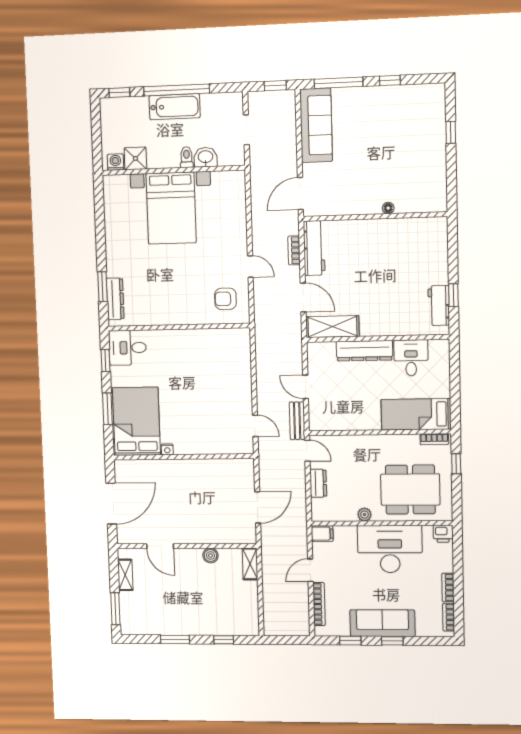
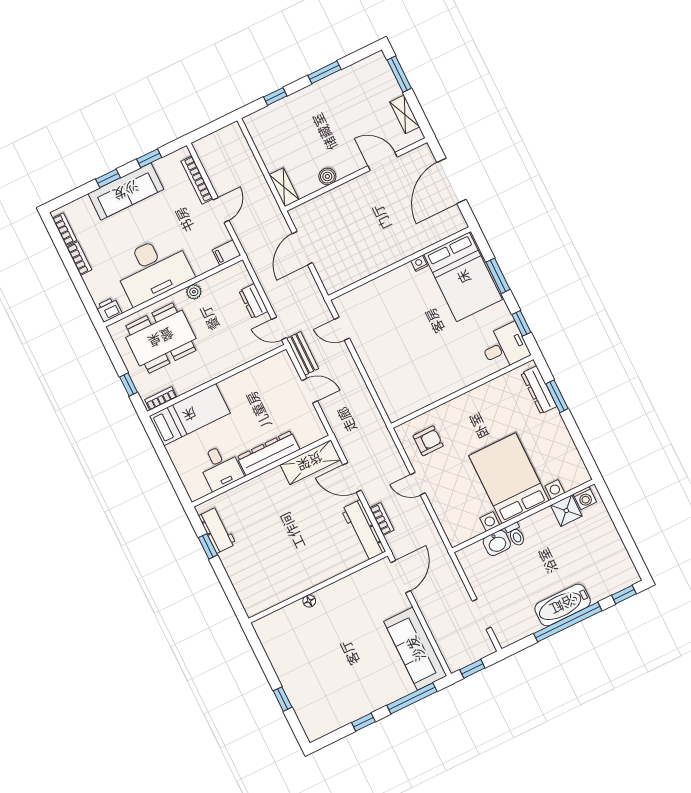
toilet: (187, 157) -> (516, 535), moved
washbasin: (206, 157) -> (497, 543), moved
shower: (135, 158) -> (566, 511), moved
washing machine: (115, 162) -> (585, 498), moved
wall: (173, 170) -> (523, 516), moved
bed with nightstands: (171, 208) -> (509, 478), moved

